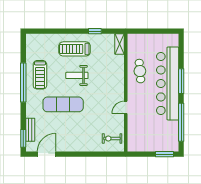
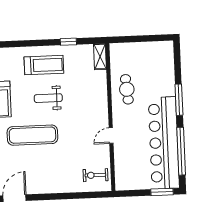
treadmill: (75, 49) -> (44, 65), turned 180
bar counter: (168, 83) -> (164, 143), moved

